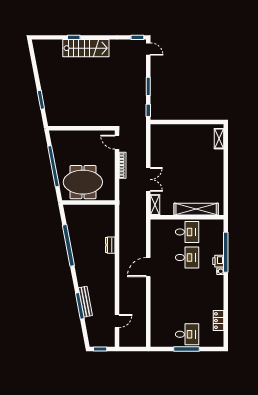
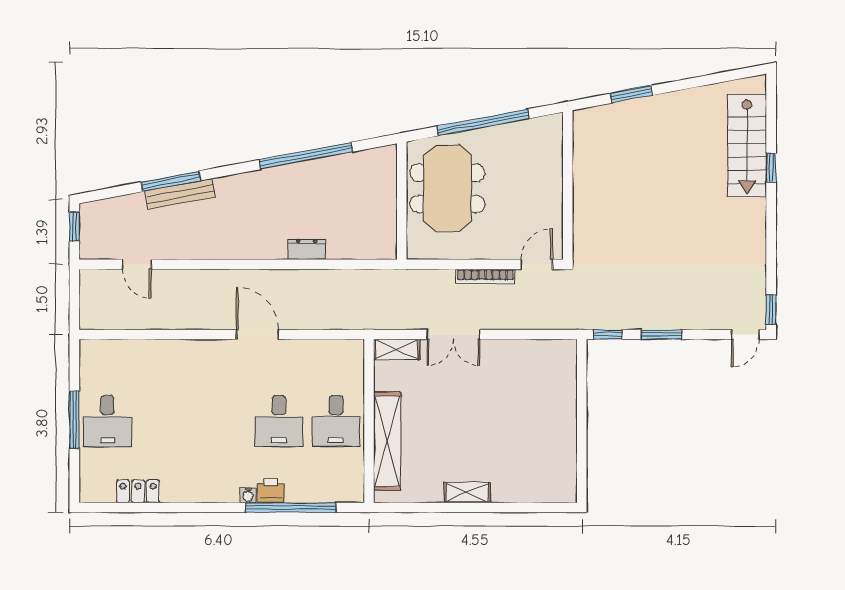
stairs: (86, 48) -> (747, 146), moved
shelving: (219, 139) -> (467, 492), moved

